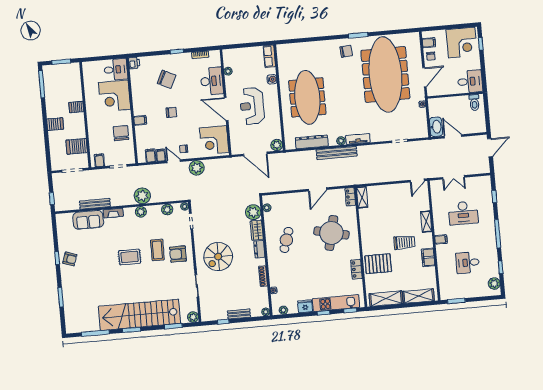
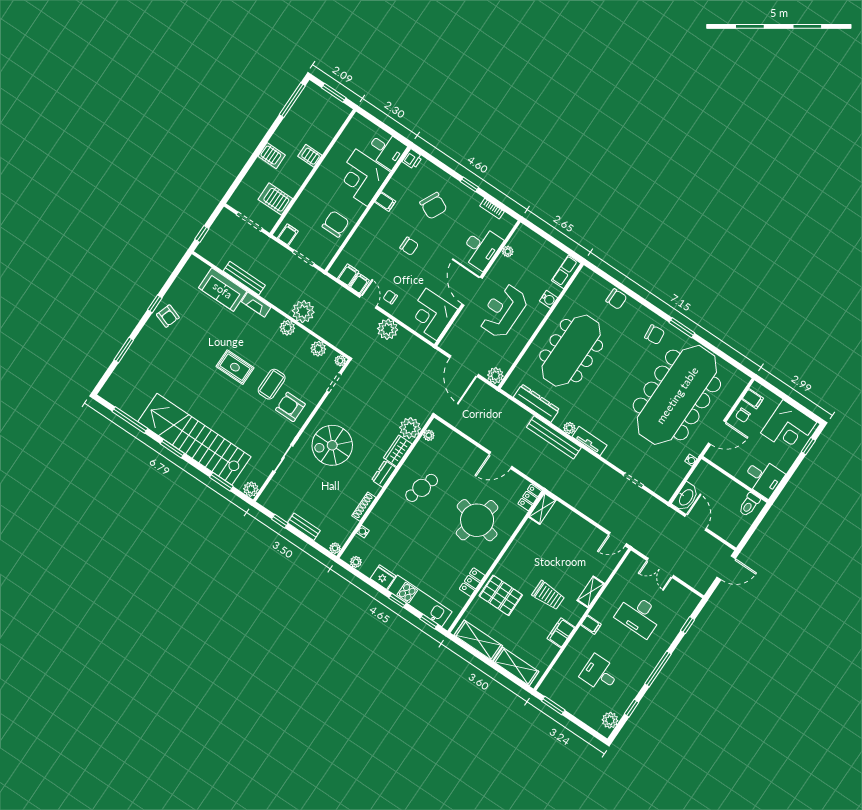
chair: (309, 49) -> (616, 299), added
filing cabinet: (140, 120) -> (385, 202), moved

